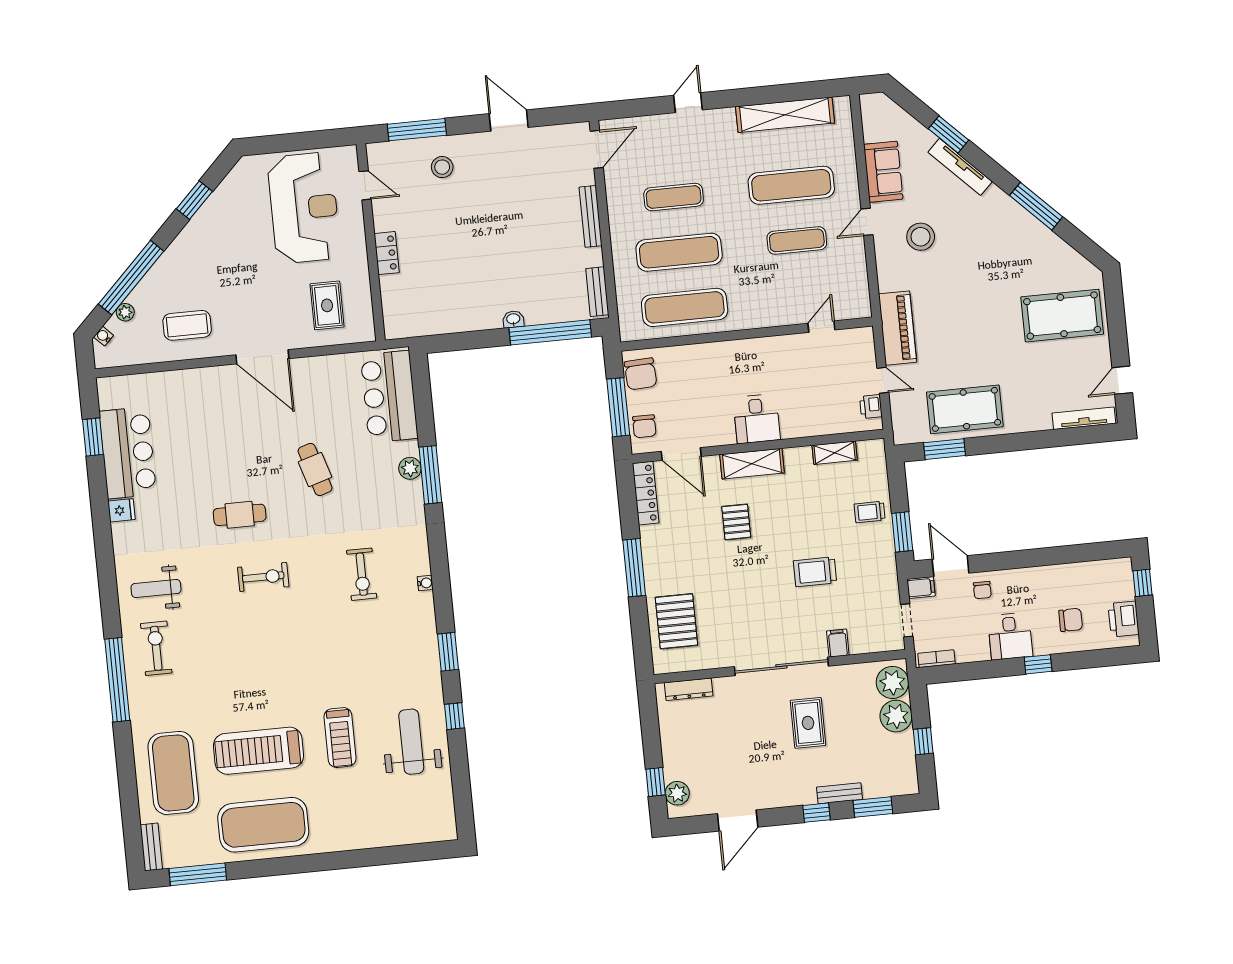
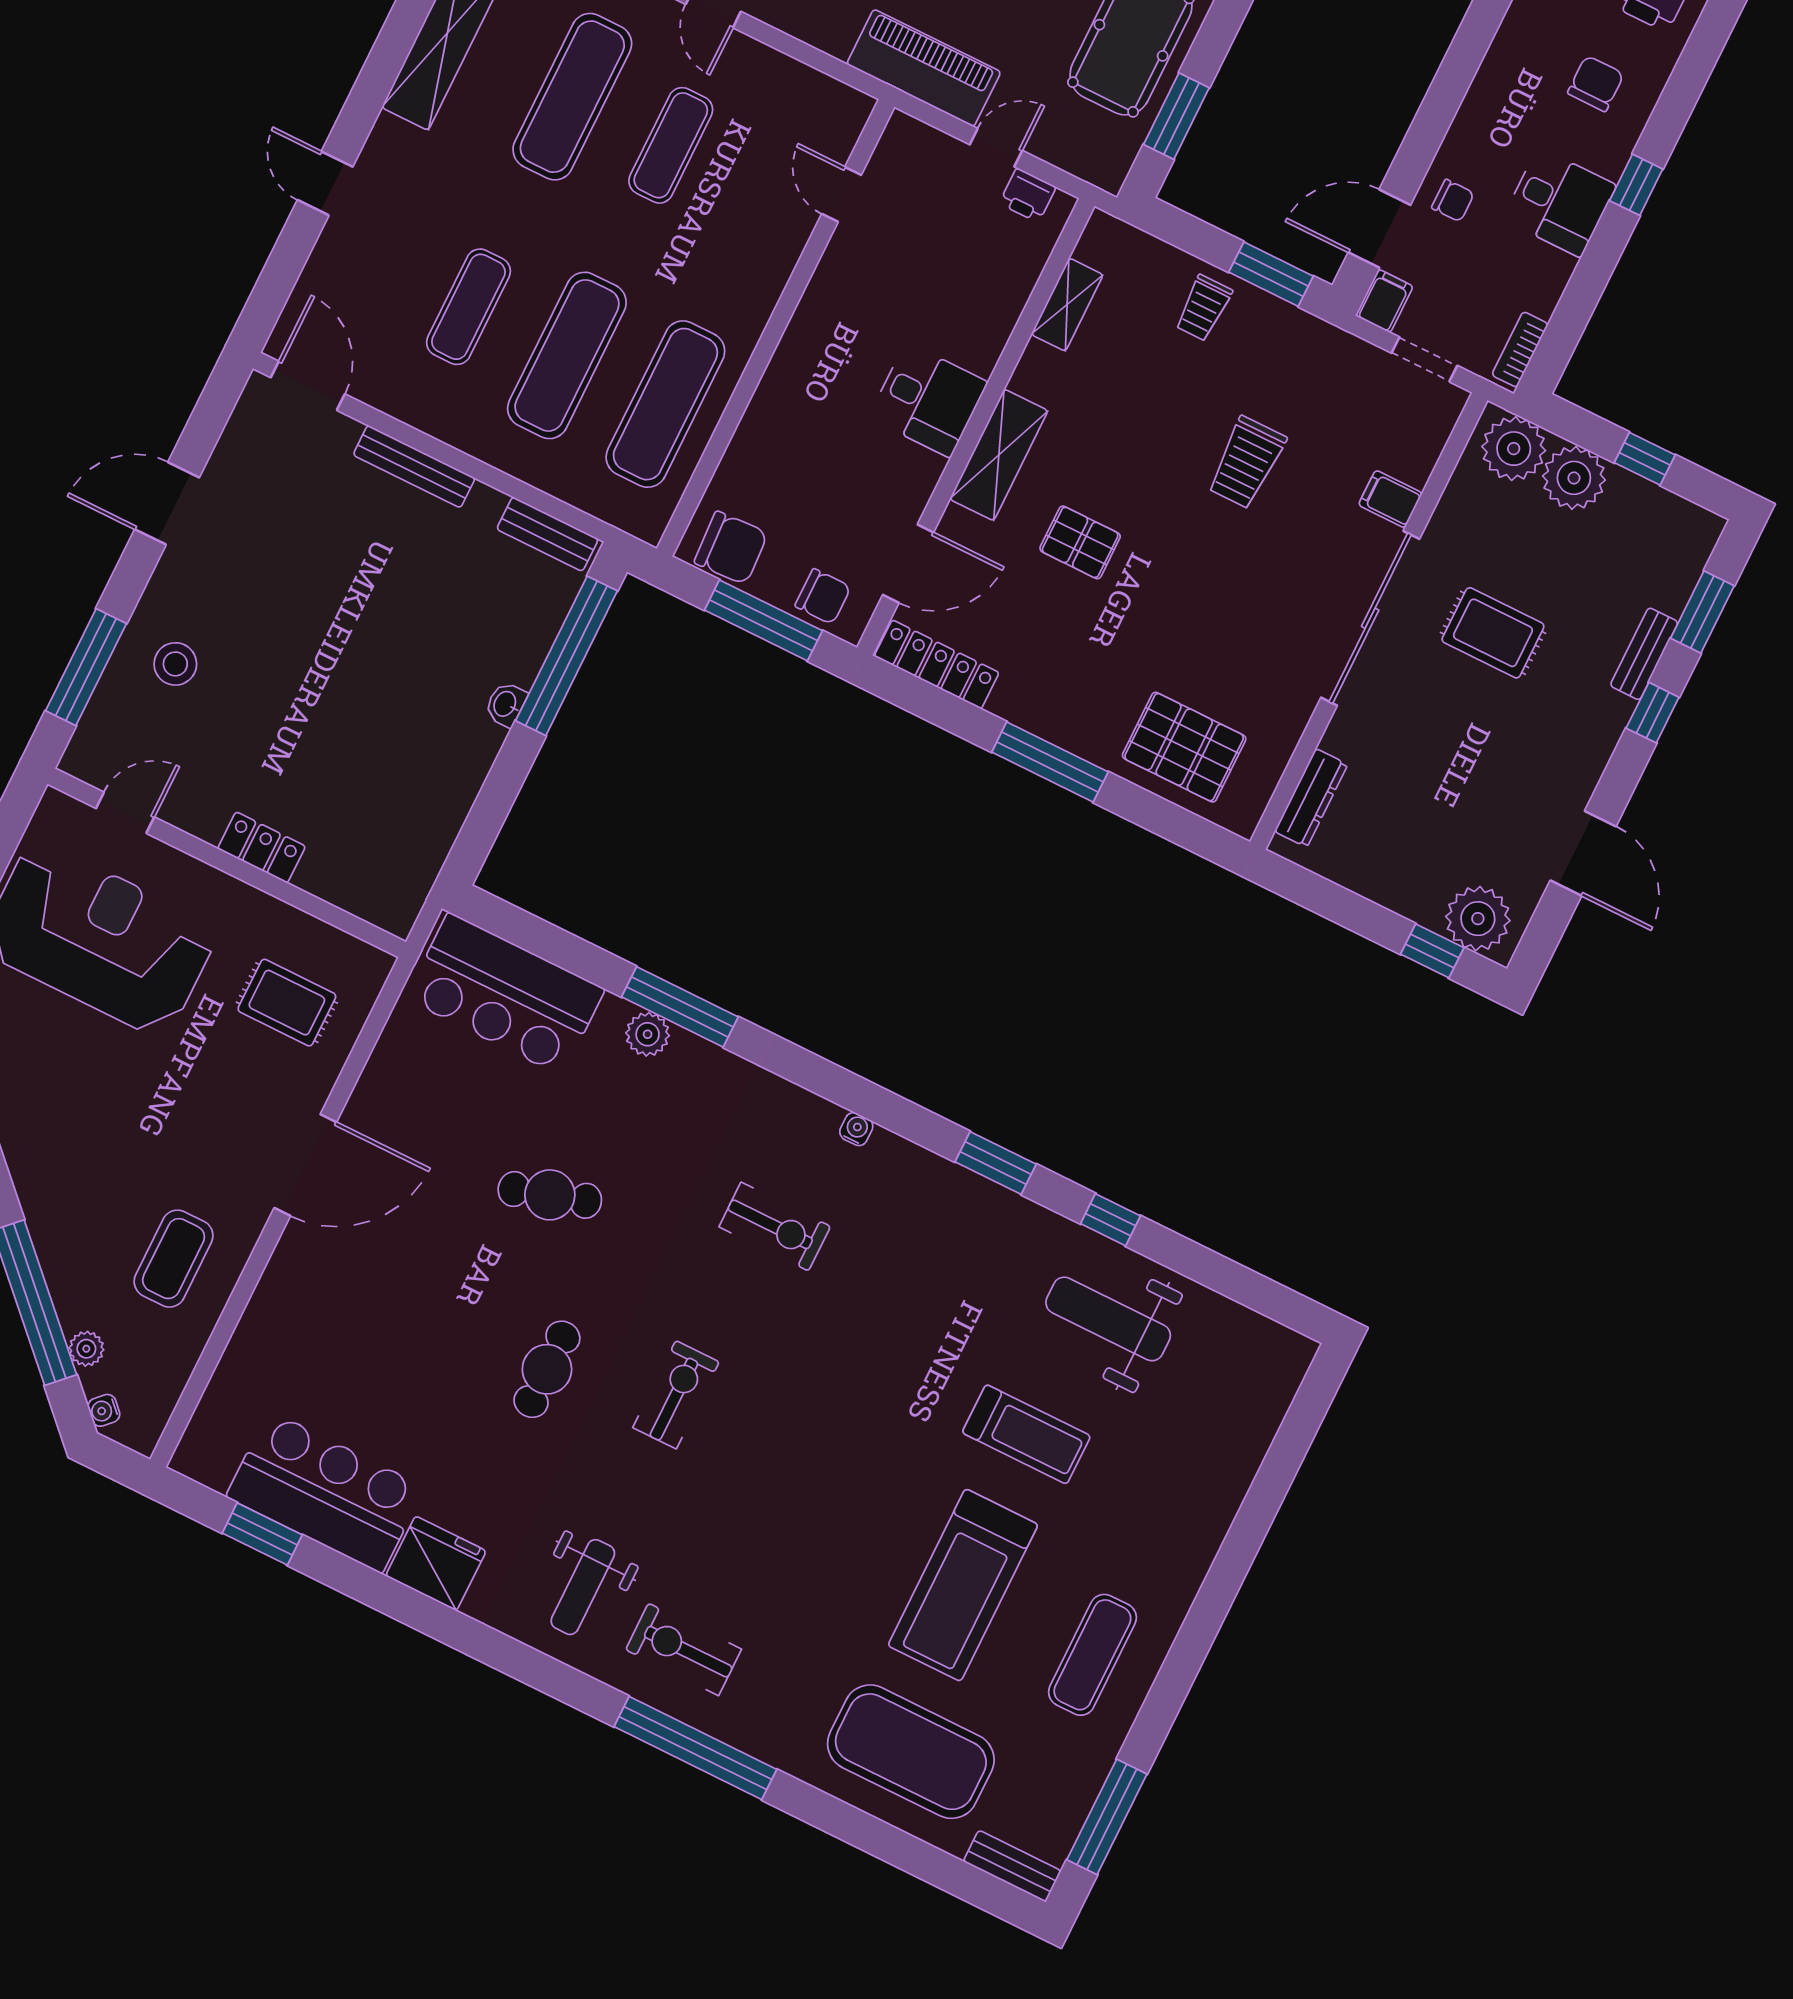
fridge: (122, 510) -> (436, 1563), width x1.88, depth x1.34
plant: (677, 793) -> (1478, 919), width x1.36, depth x1.36
exercise mat: (263, 825) -> (1092, 1655), width x0.50, depth x0.69

